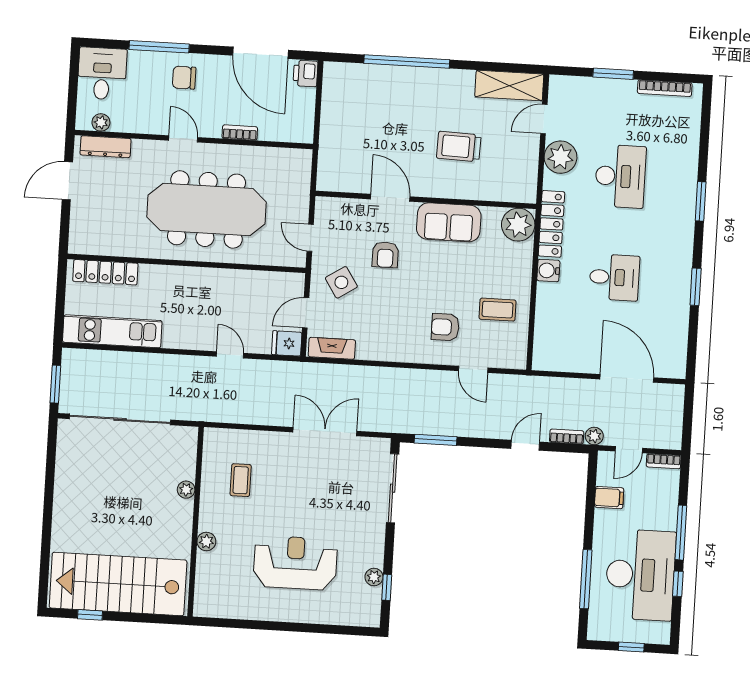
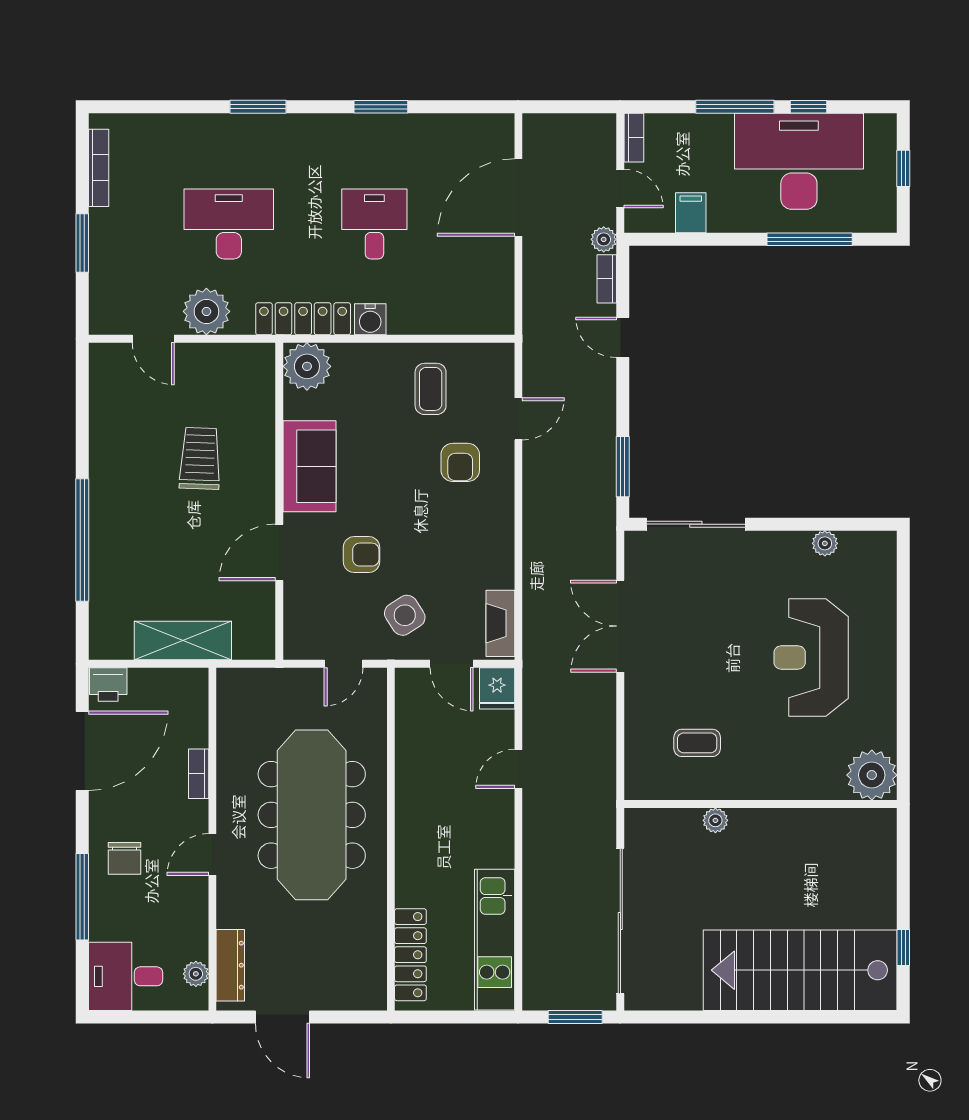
shelving: (509, 86) -> (183, 641), moved, turned 90
trolley: (459, 147) -> (200, 458), turned 180
plant: (206, 541) -> (872, 775), moved, width x1.88, depth x1.88
stairs: (118, 584) -> (800, 970), moved, turned 90
window: (387, 587) -> (838, 524), removed

